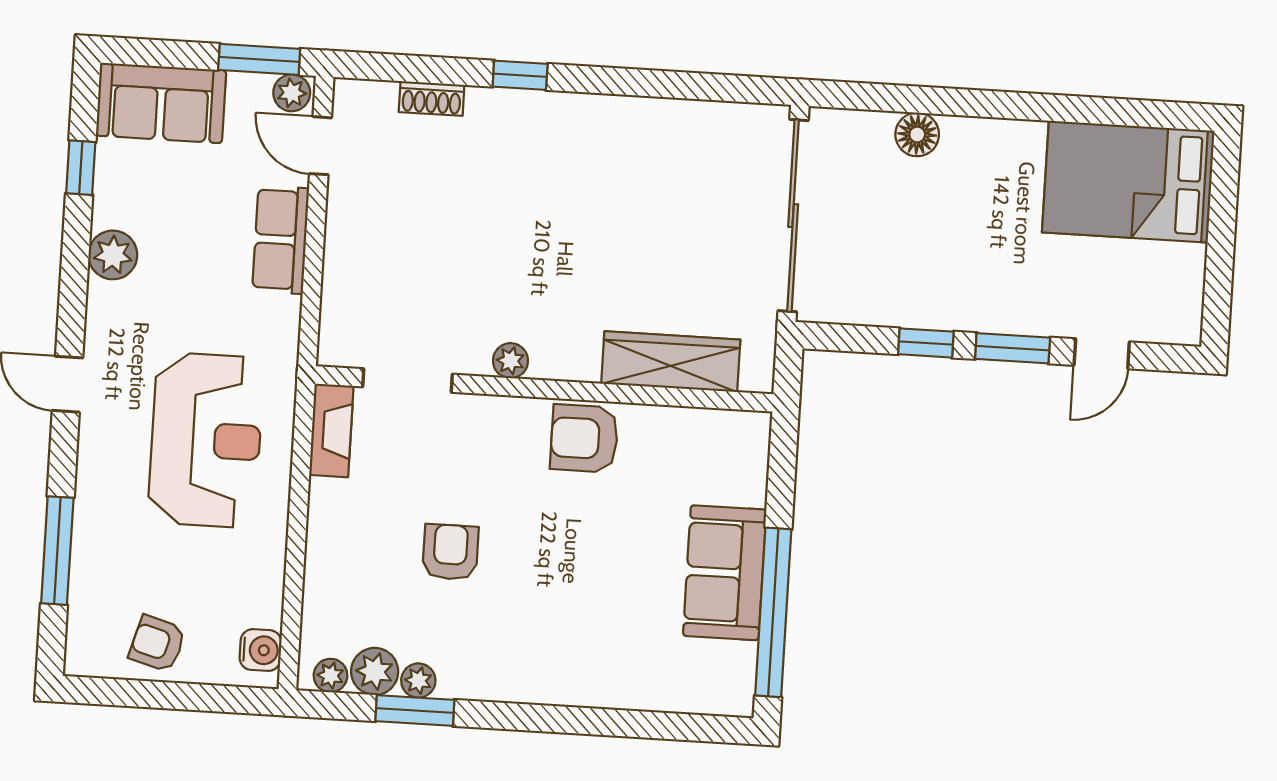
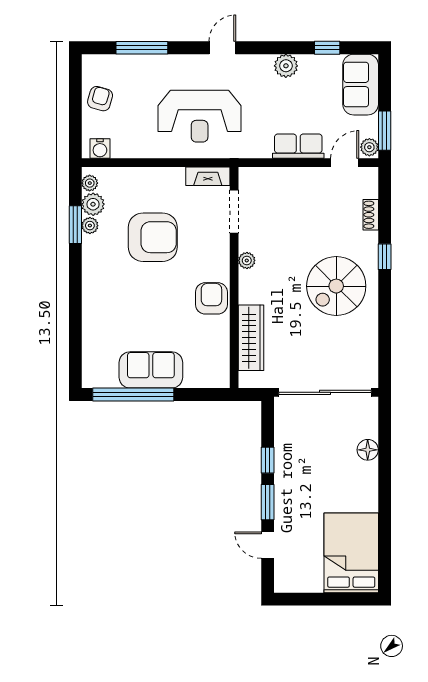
spiral stairs: (575, 179) -> (336, 286), added
armchair: (450, 552) -> (153, 237), width x1.88, depth x1.88

